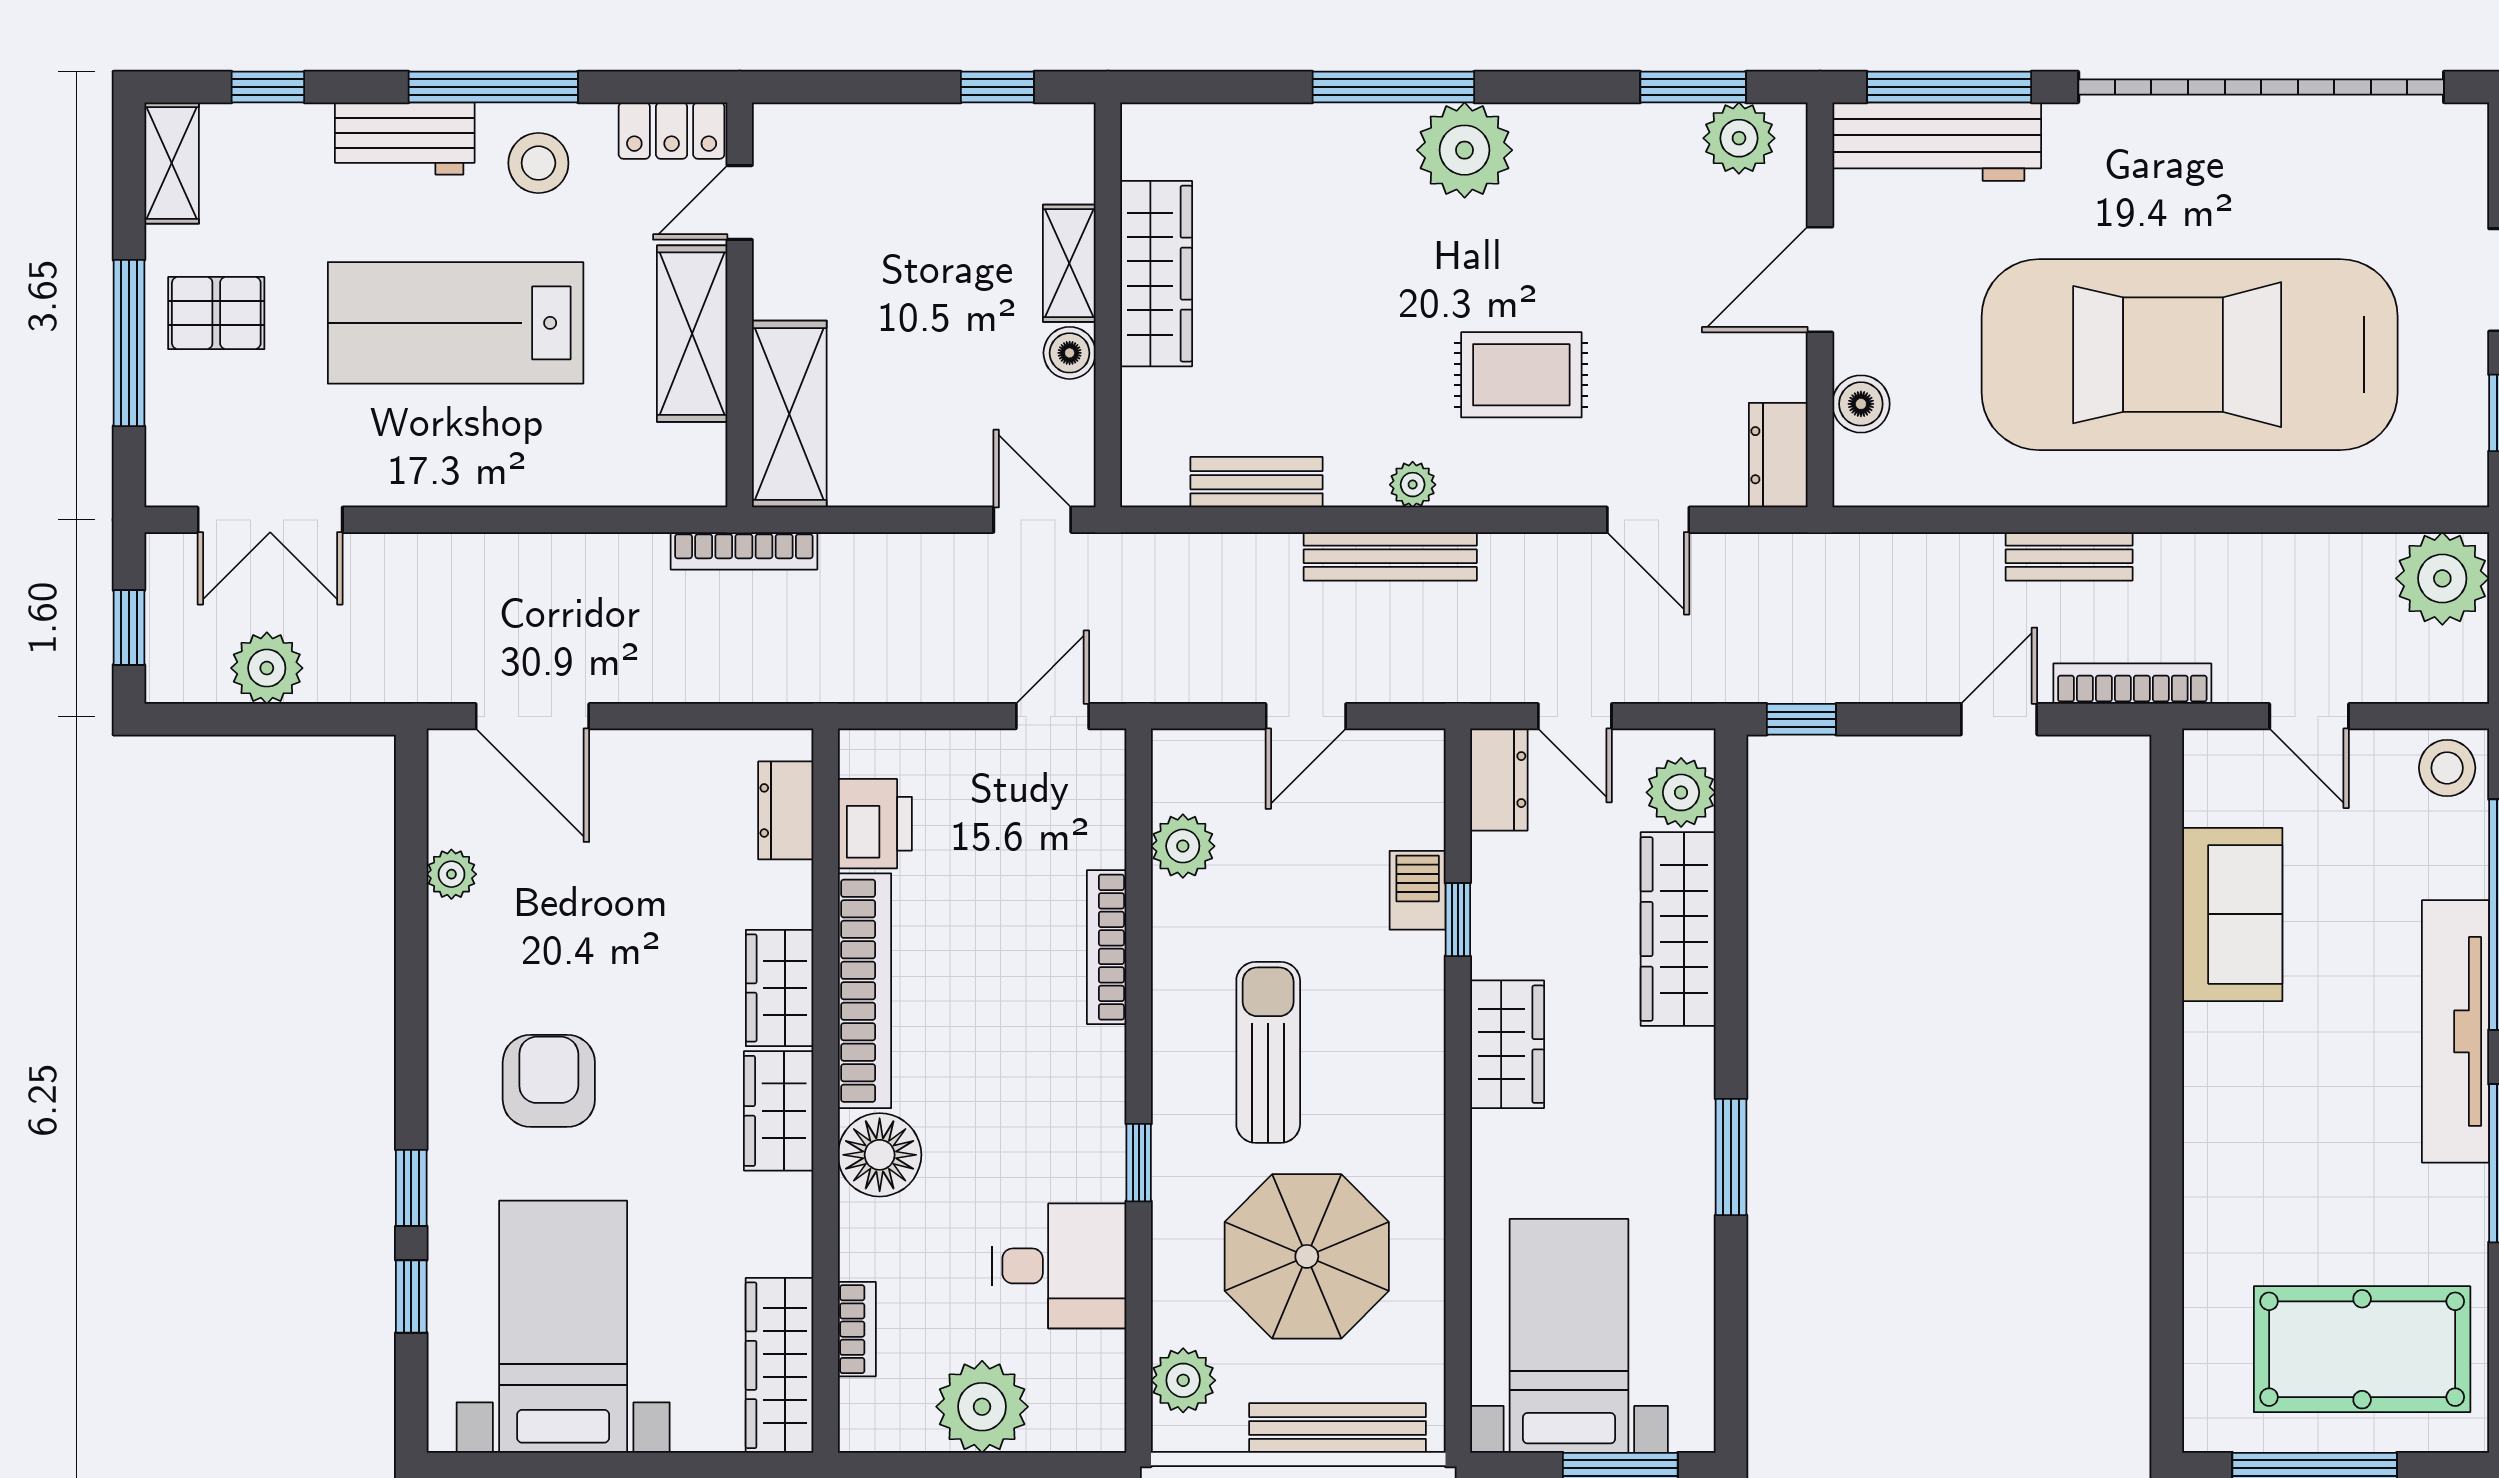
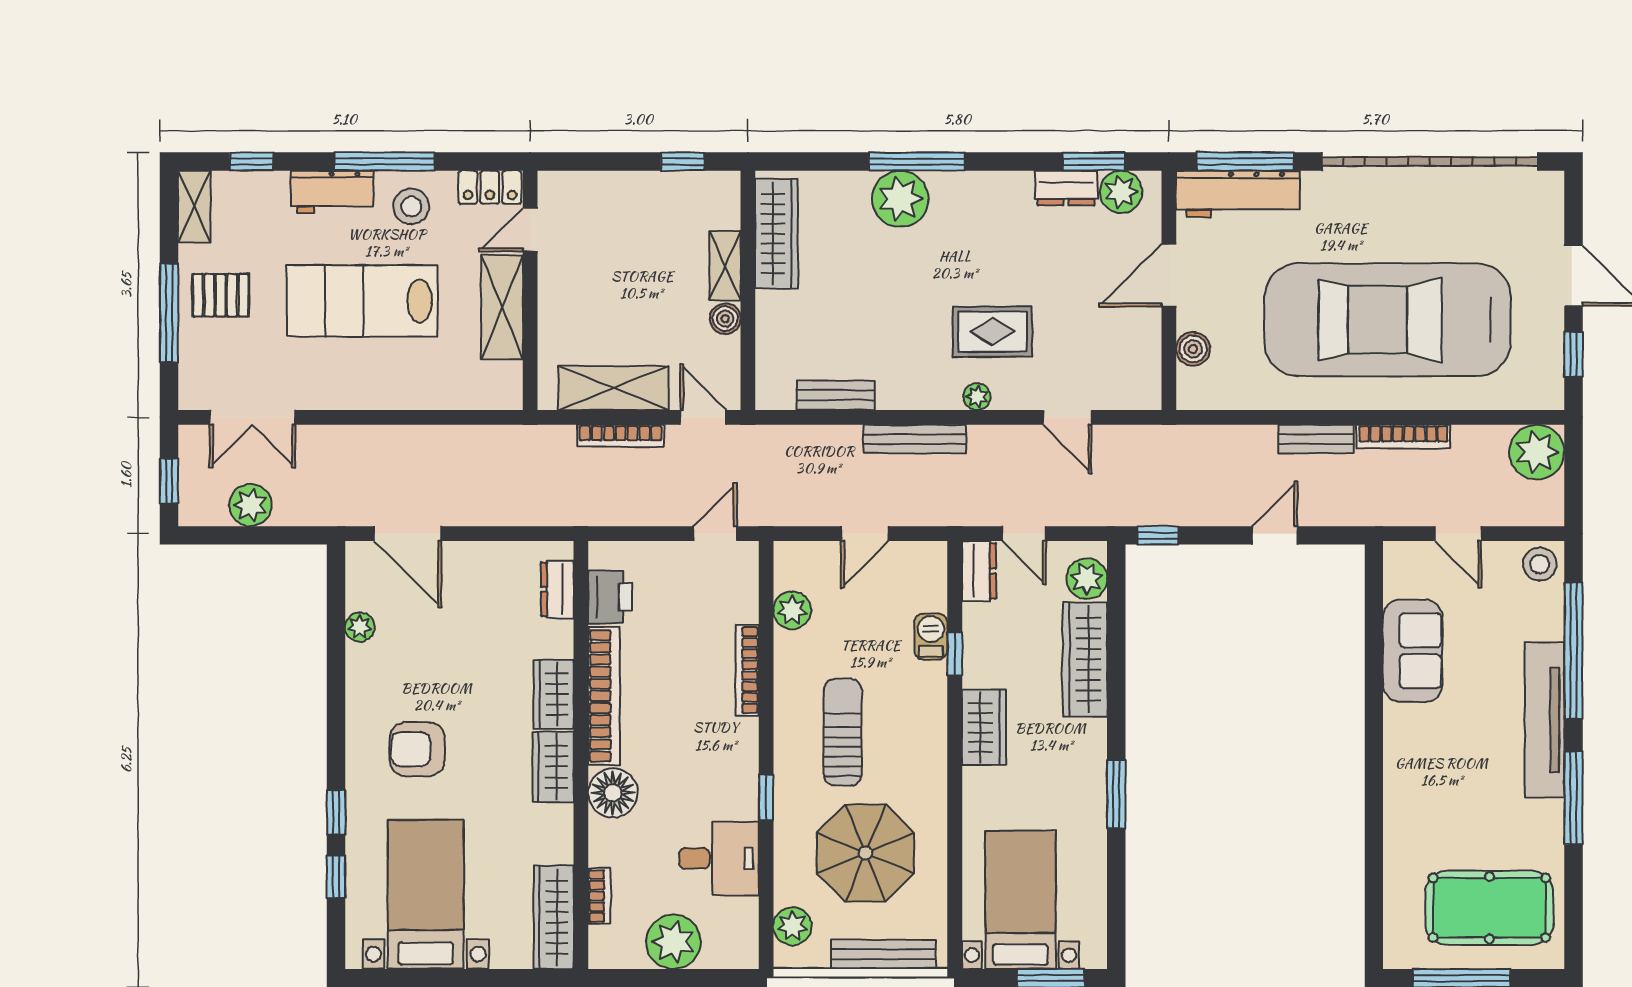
plant: (1465, 150) -> (900, 199), moved
wardrobe: (1156, 274) -> (776, 233), moved
shelving: (789, 414) -> (613, 388), moved, turned 90
dresser: (1778, 455) -> (1066, 188), moved, turned -90
plant: (1413, 485) -> (977, 397), moved
bookcase: (744, 551) -> (621, 436), moved
bookcase: (2132, 684) -> (1403, 437), moved, turned 180
armchair: (549, 1081) -> (417, 749), turned -90

